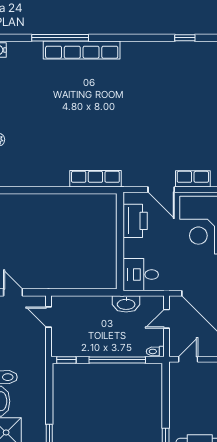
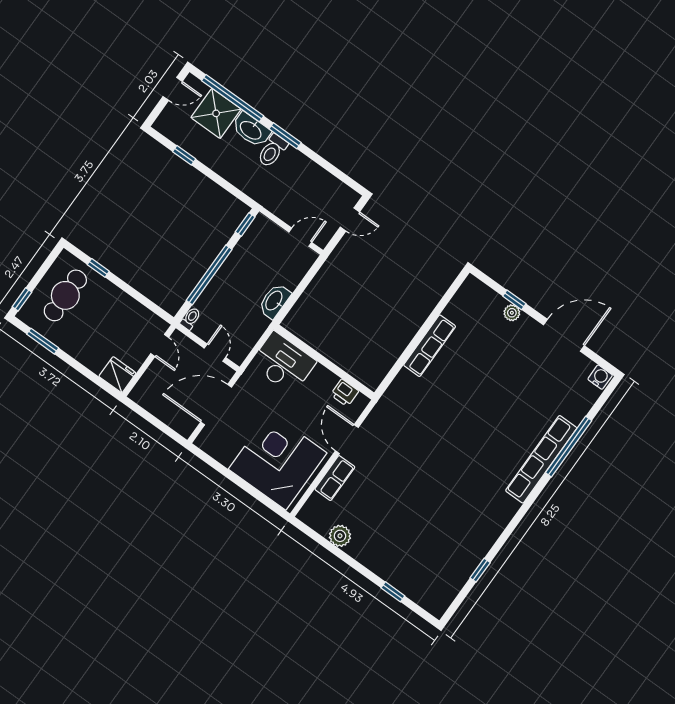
row of seats: (95, 179) -> (430, 346), moved
door: (161, 189) -> (347, 439), hinge flipped
printer: (135, 221) -> (345, 393), width x0.53, depth x0.68
desk: (141, 275) -> (283, 363), width x1.37
washbasin: (126, 304) -> (274, 301), moved

